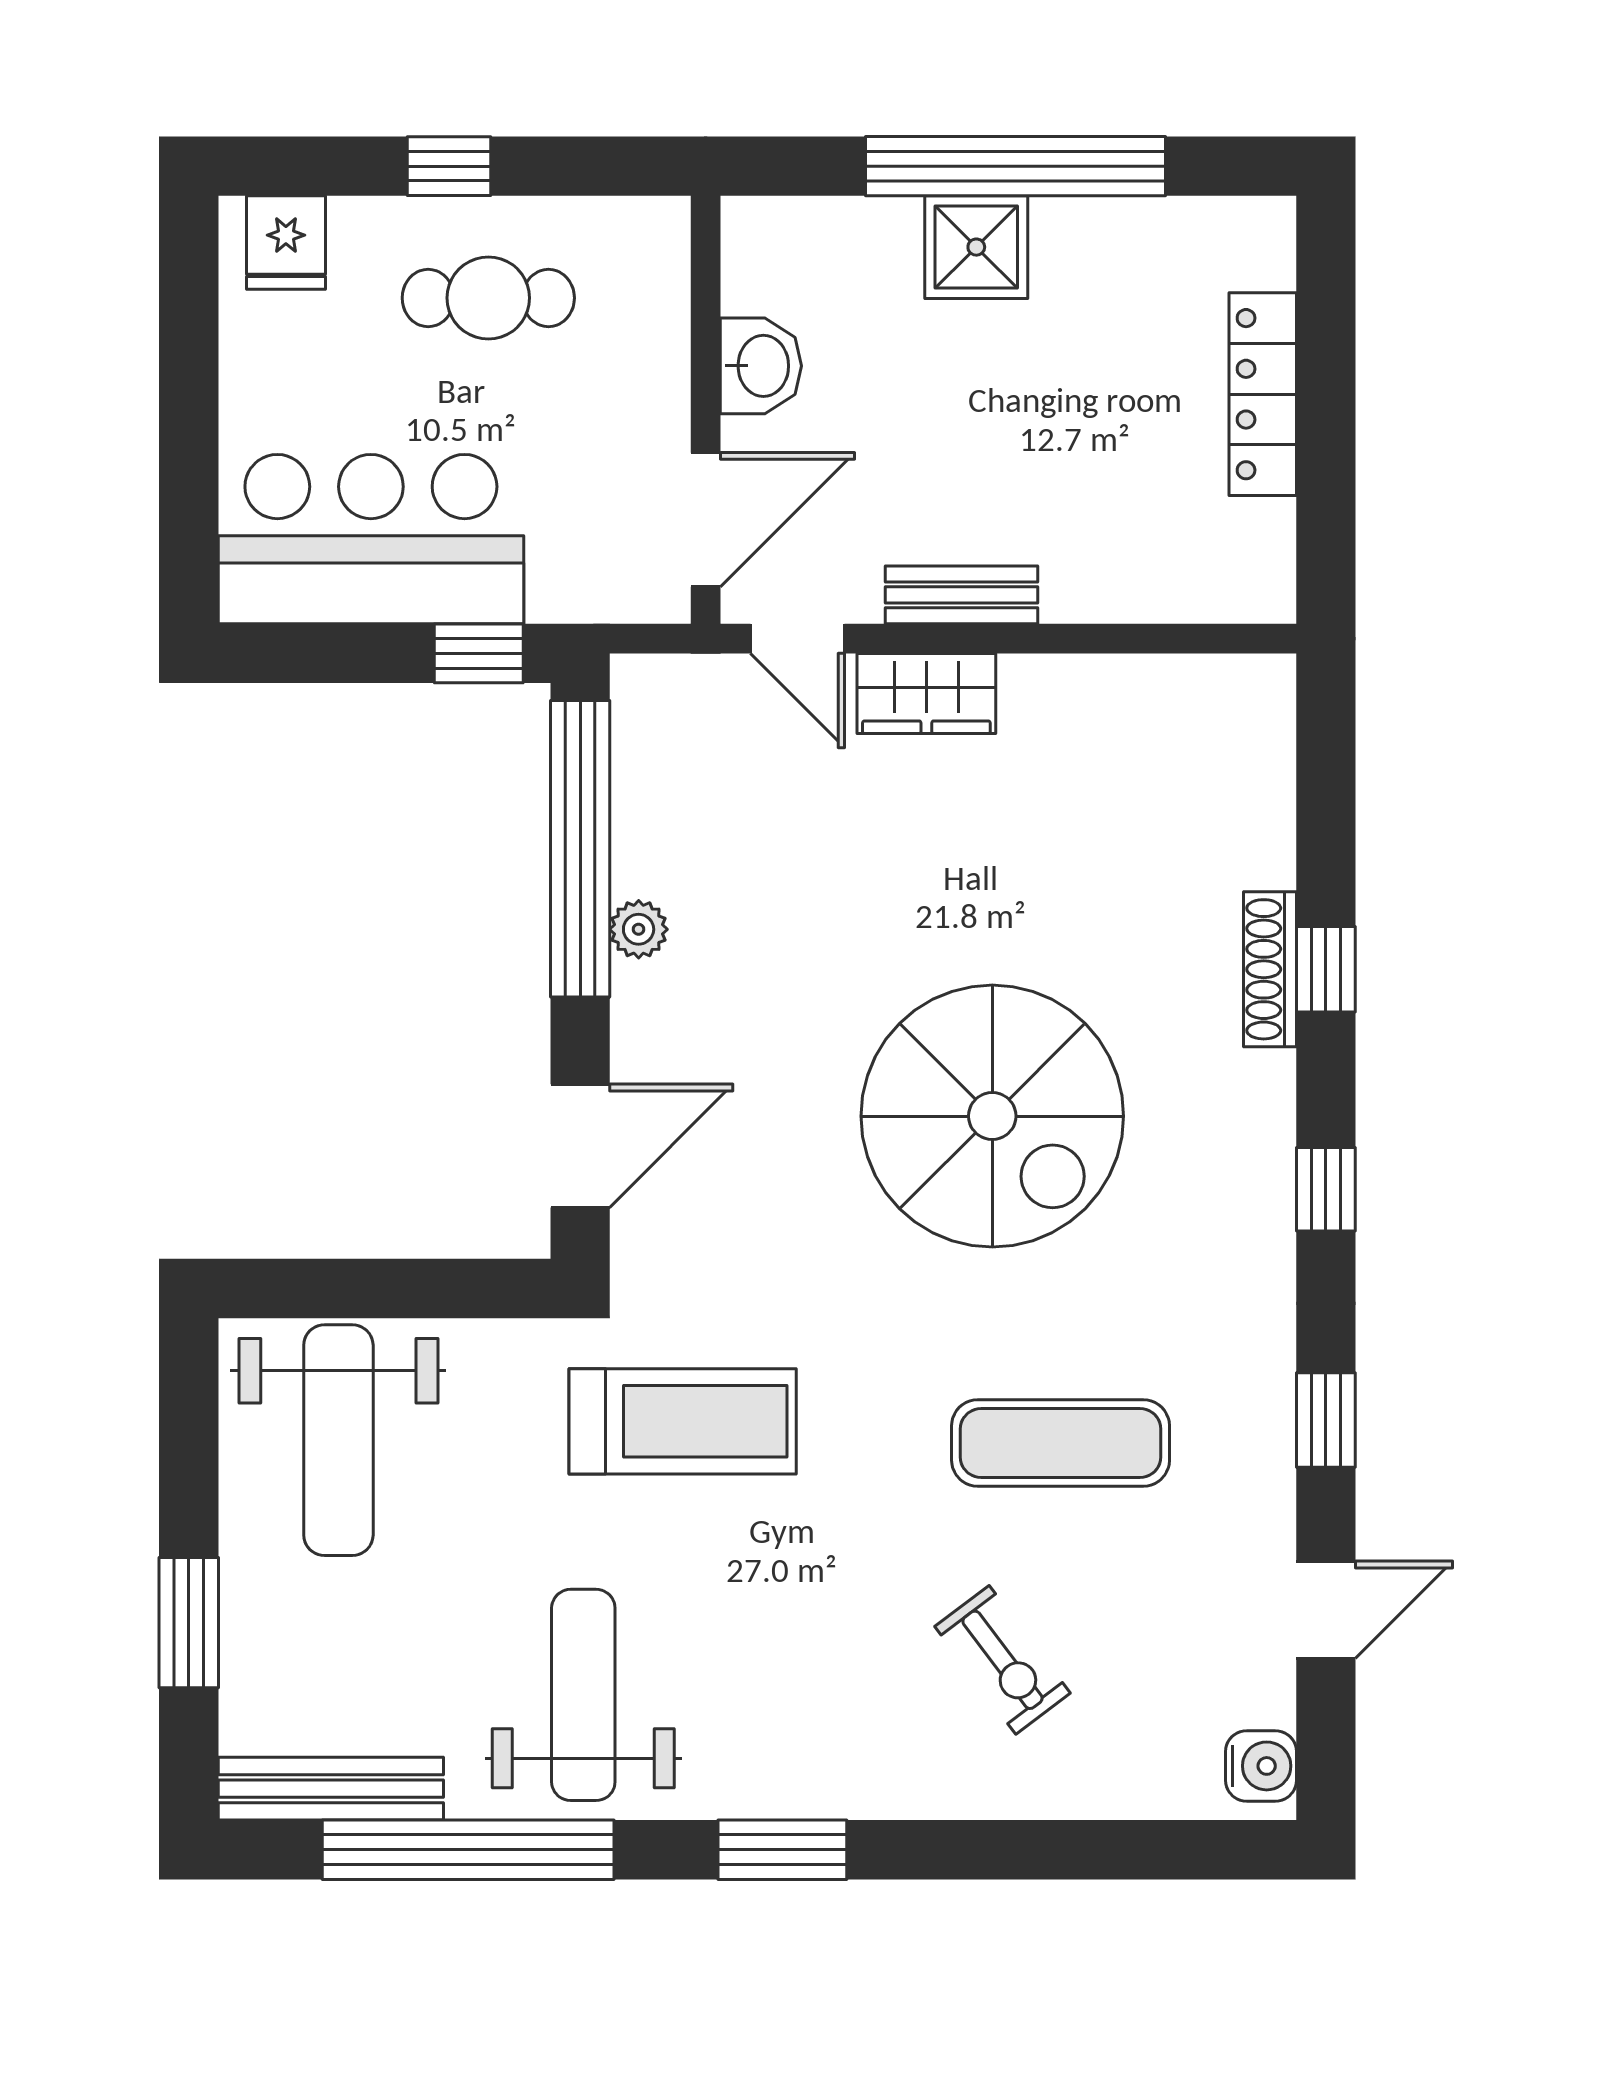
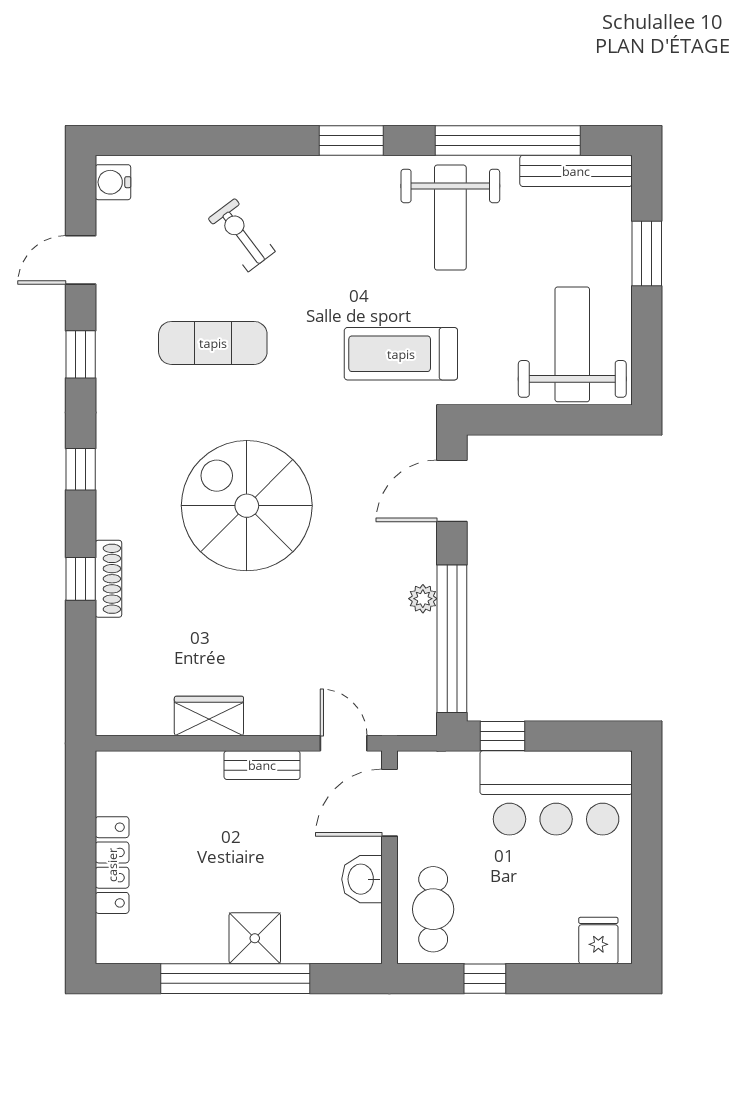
window: (449, 166) -> (485, 979), moved
cafe table: (488, 298) -> (433, 909), moved, turned 90
wardrobe: (926, 694) -> (209, 716), moved

